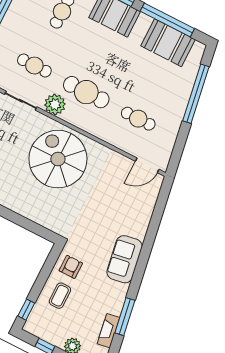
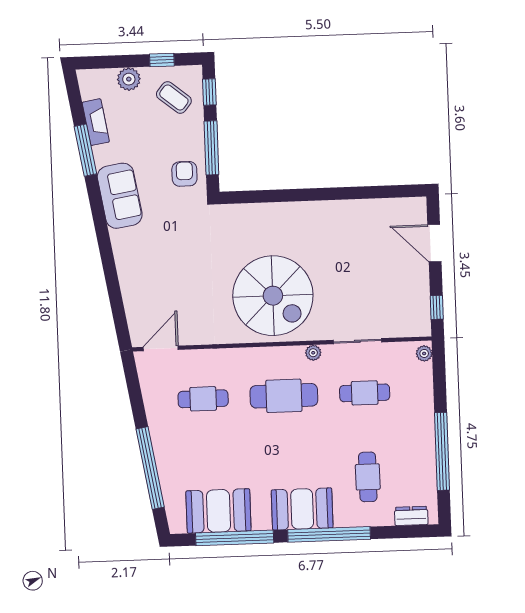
plant: (55, 105) -> (313, 353), width x0.53, depth x0.53
sofa: (125, 259) -> (120, 196), moved
armchair: (71, 267) -> (184, 174), turned 180
window: (45, 274) -> (211, 148), added
coffee table: (60, 296) -> (174, 97), moved, turned -51

